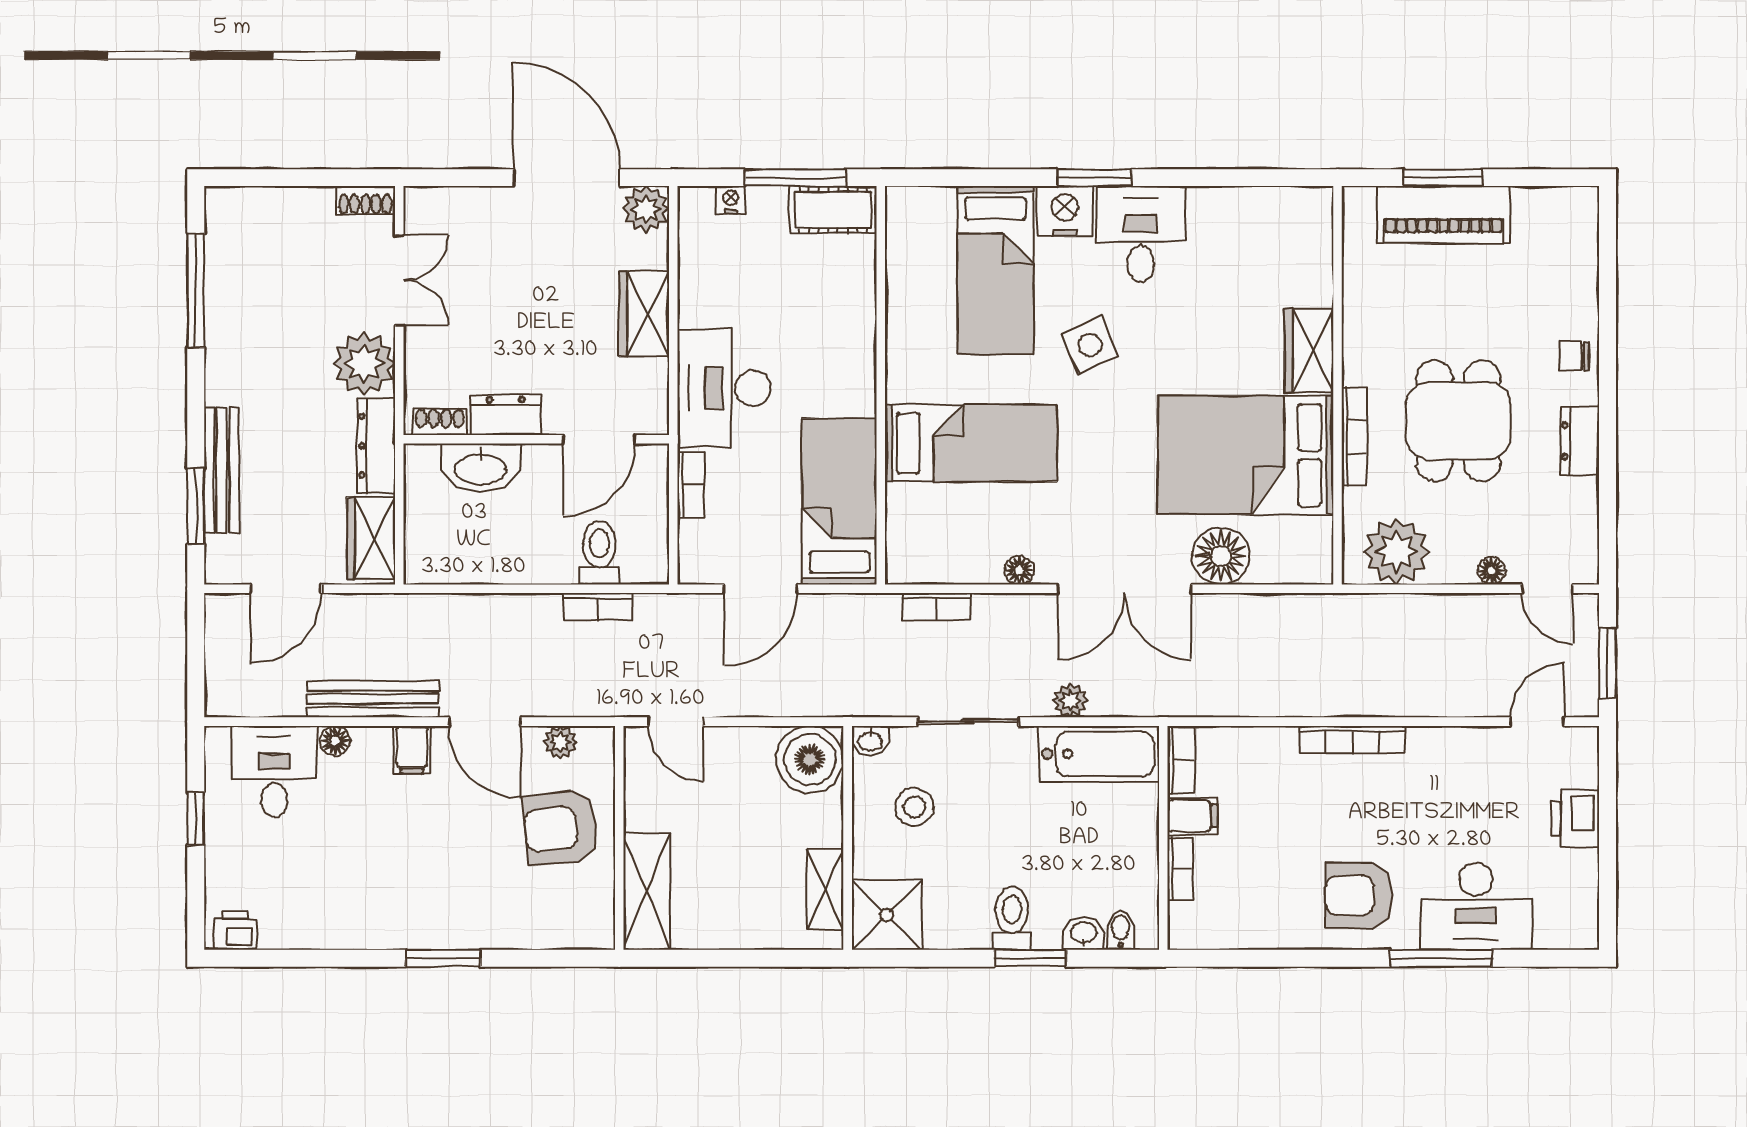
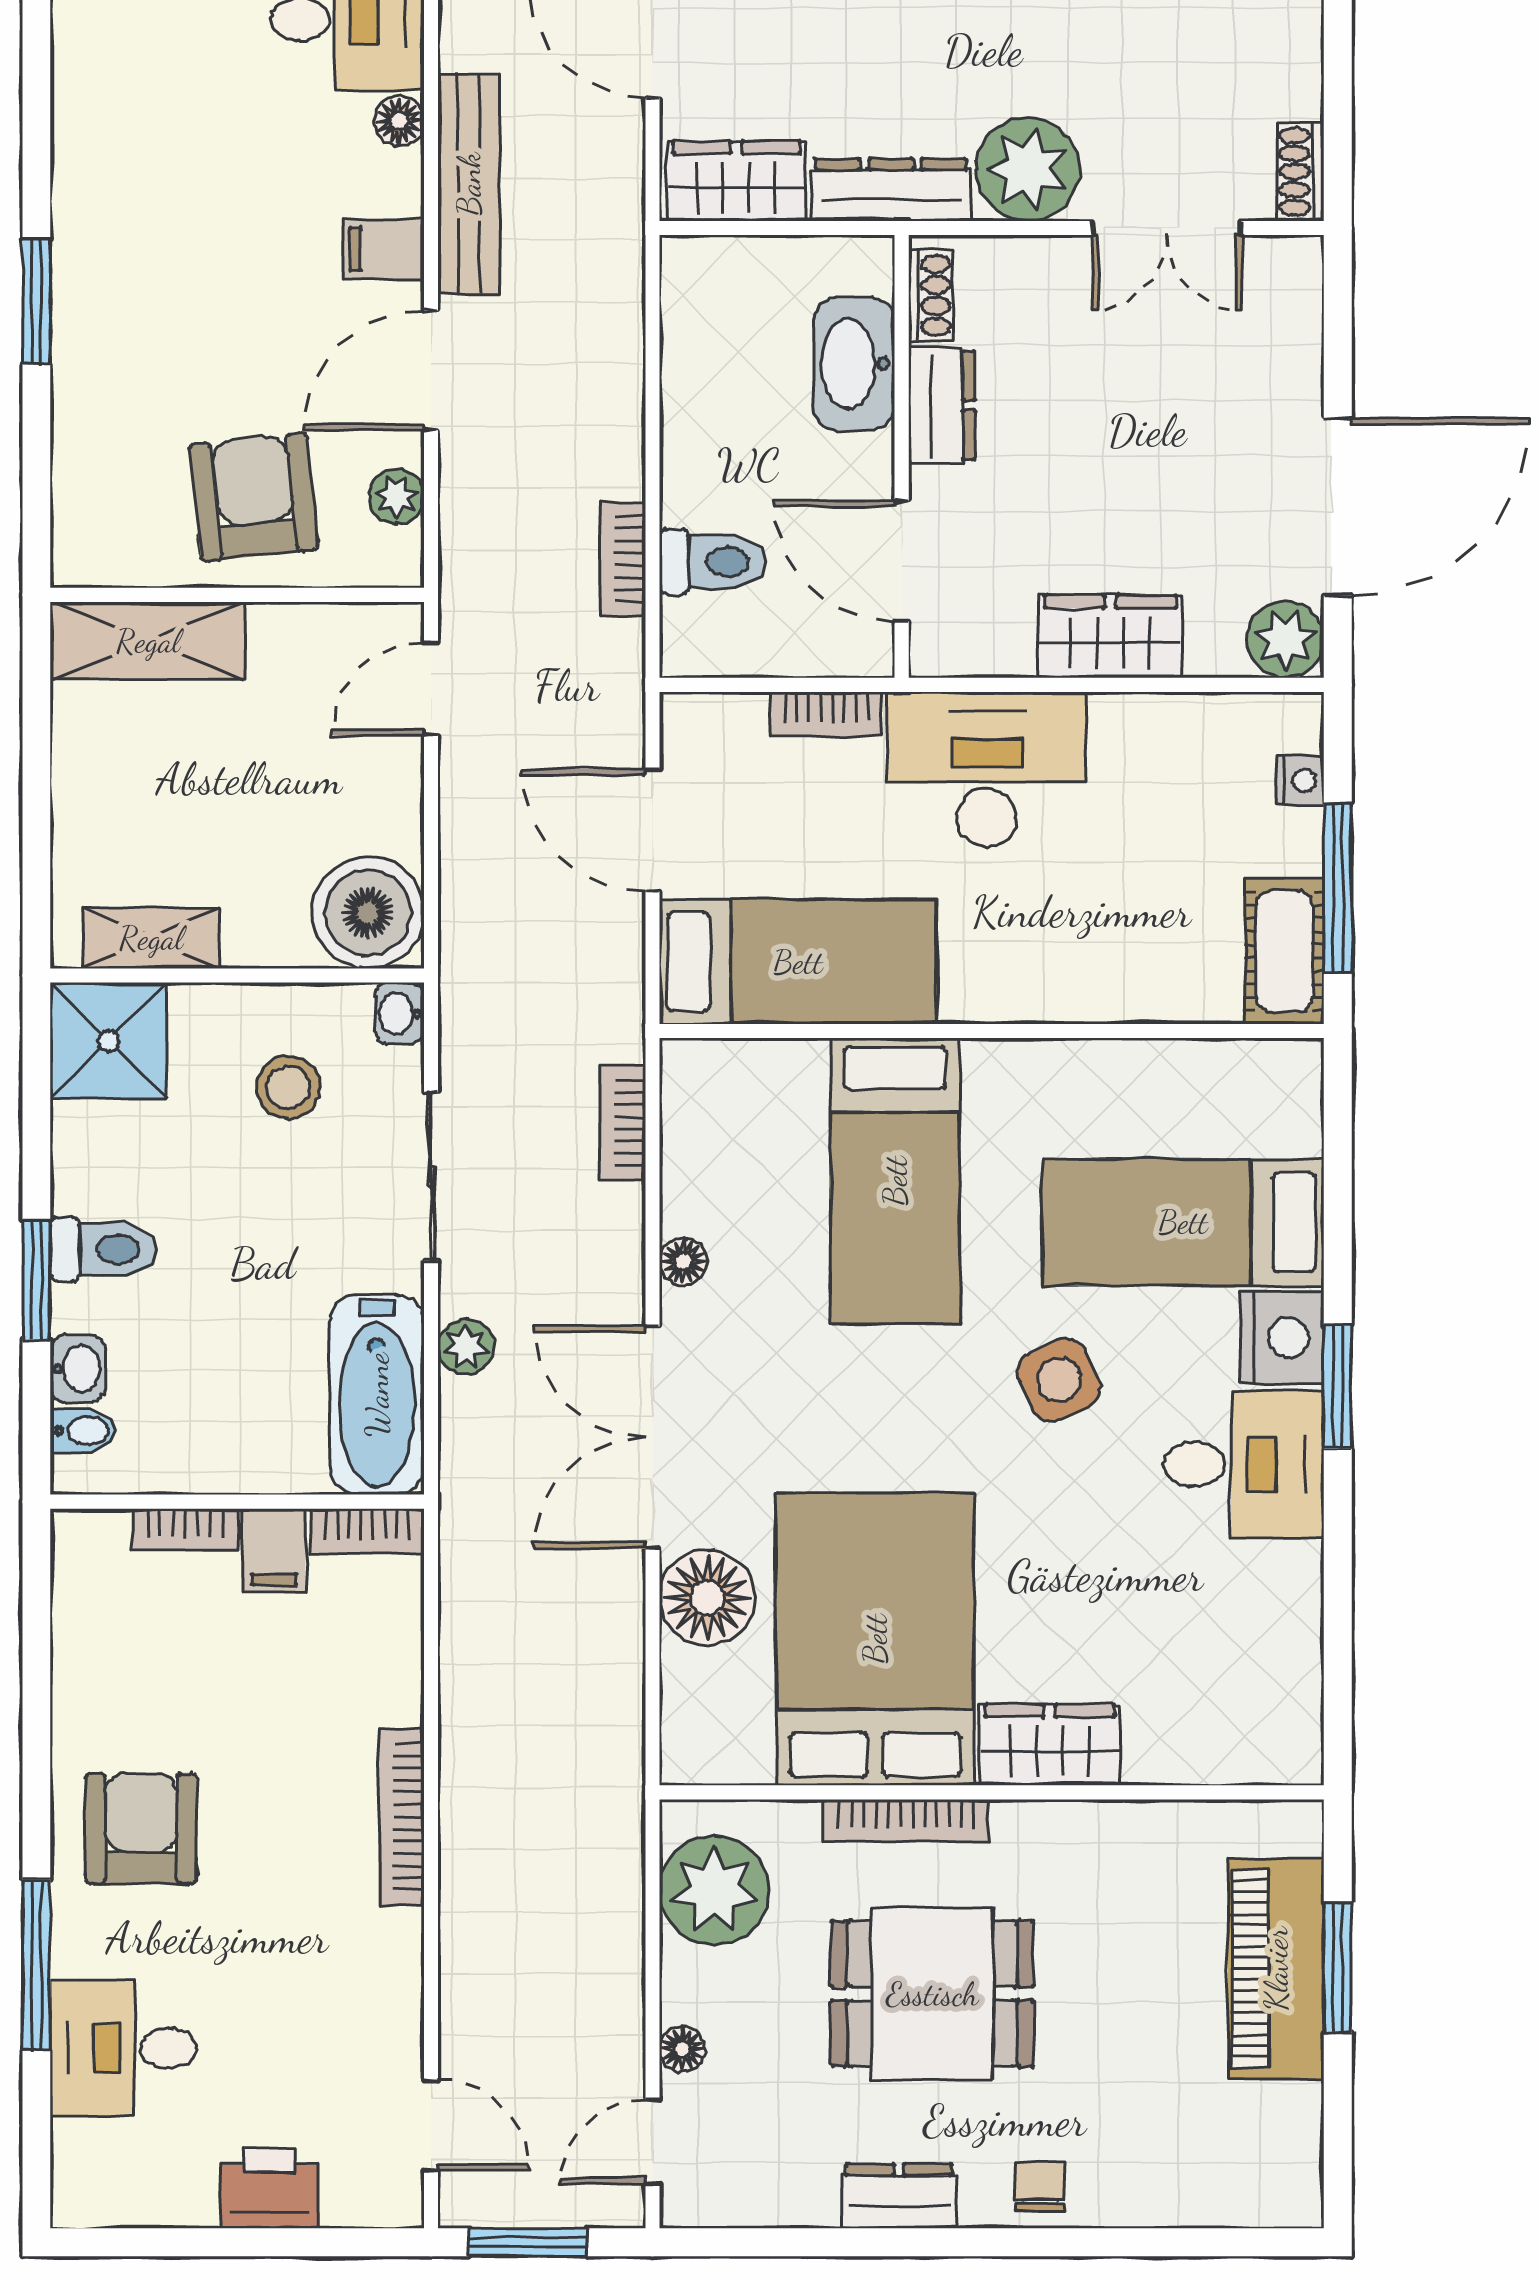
desk: (1476, 906) -> (123, 2048), width x0.73

